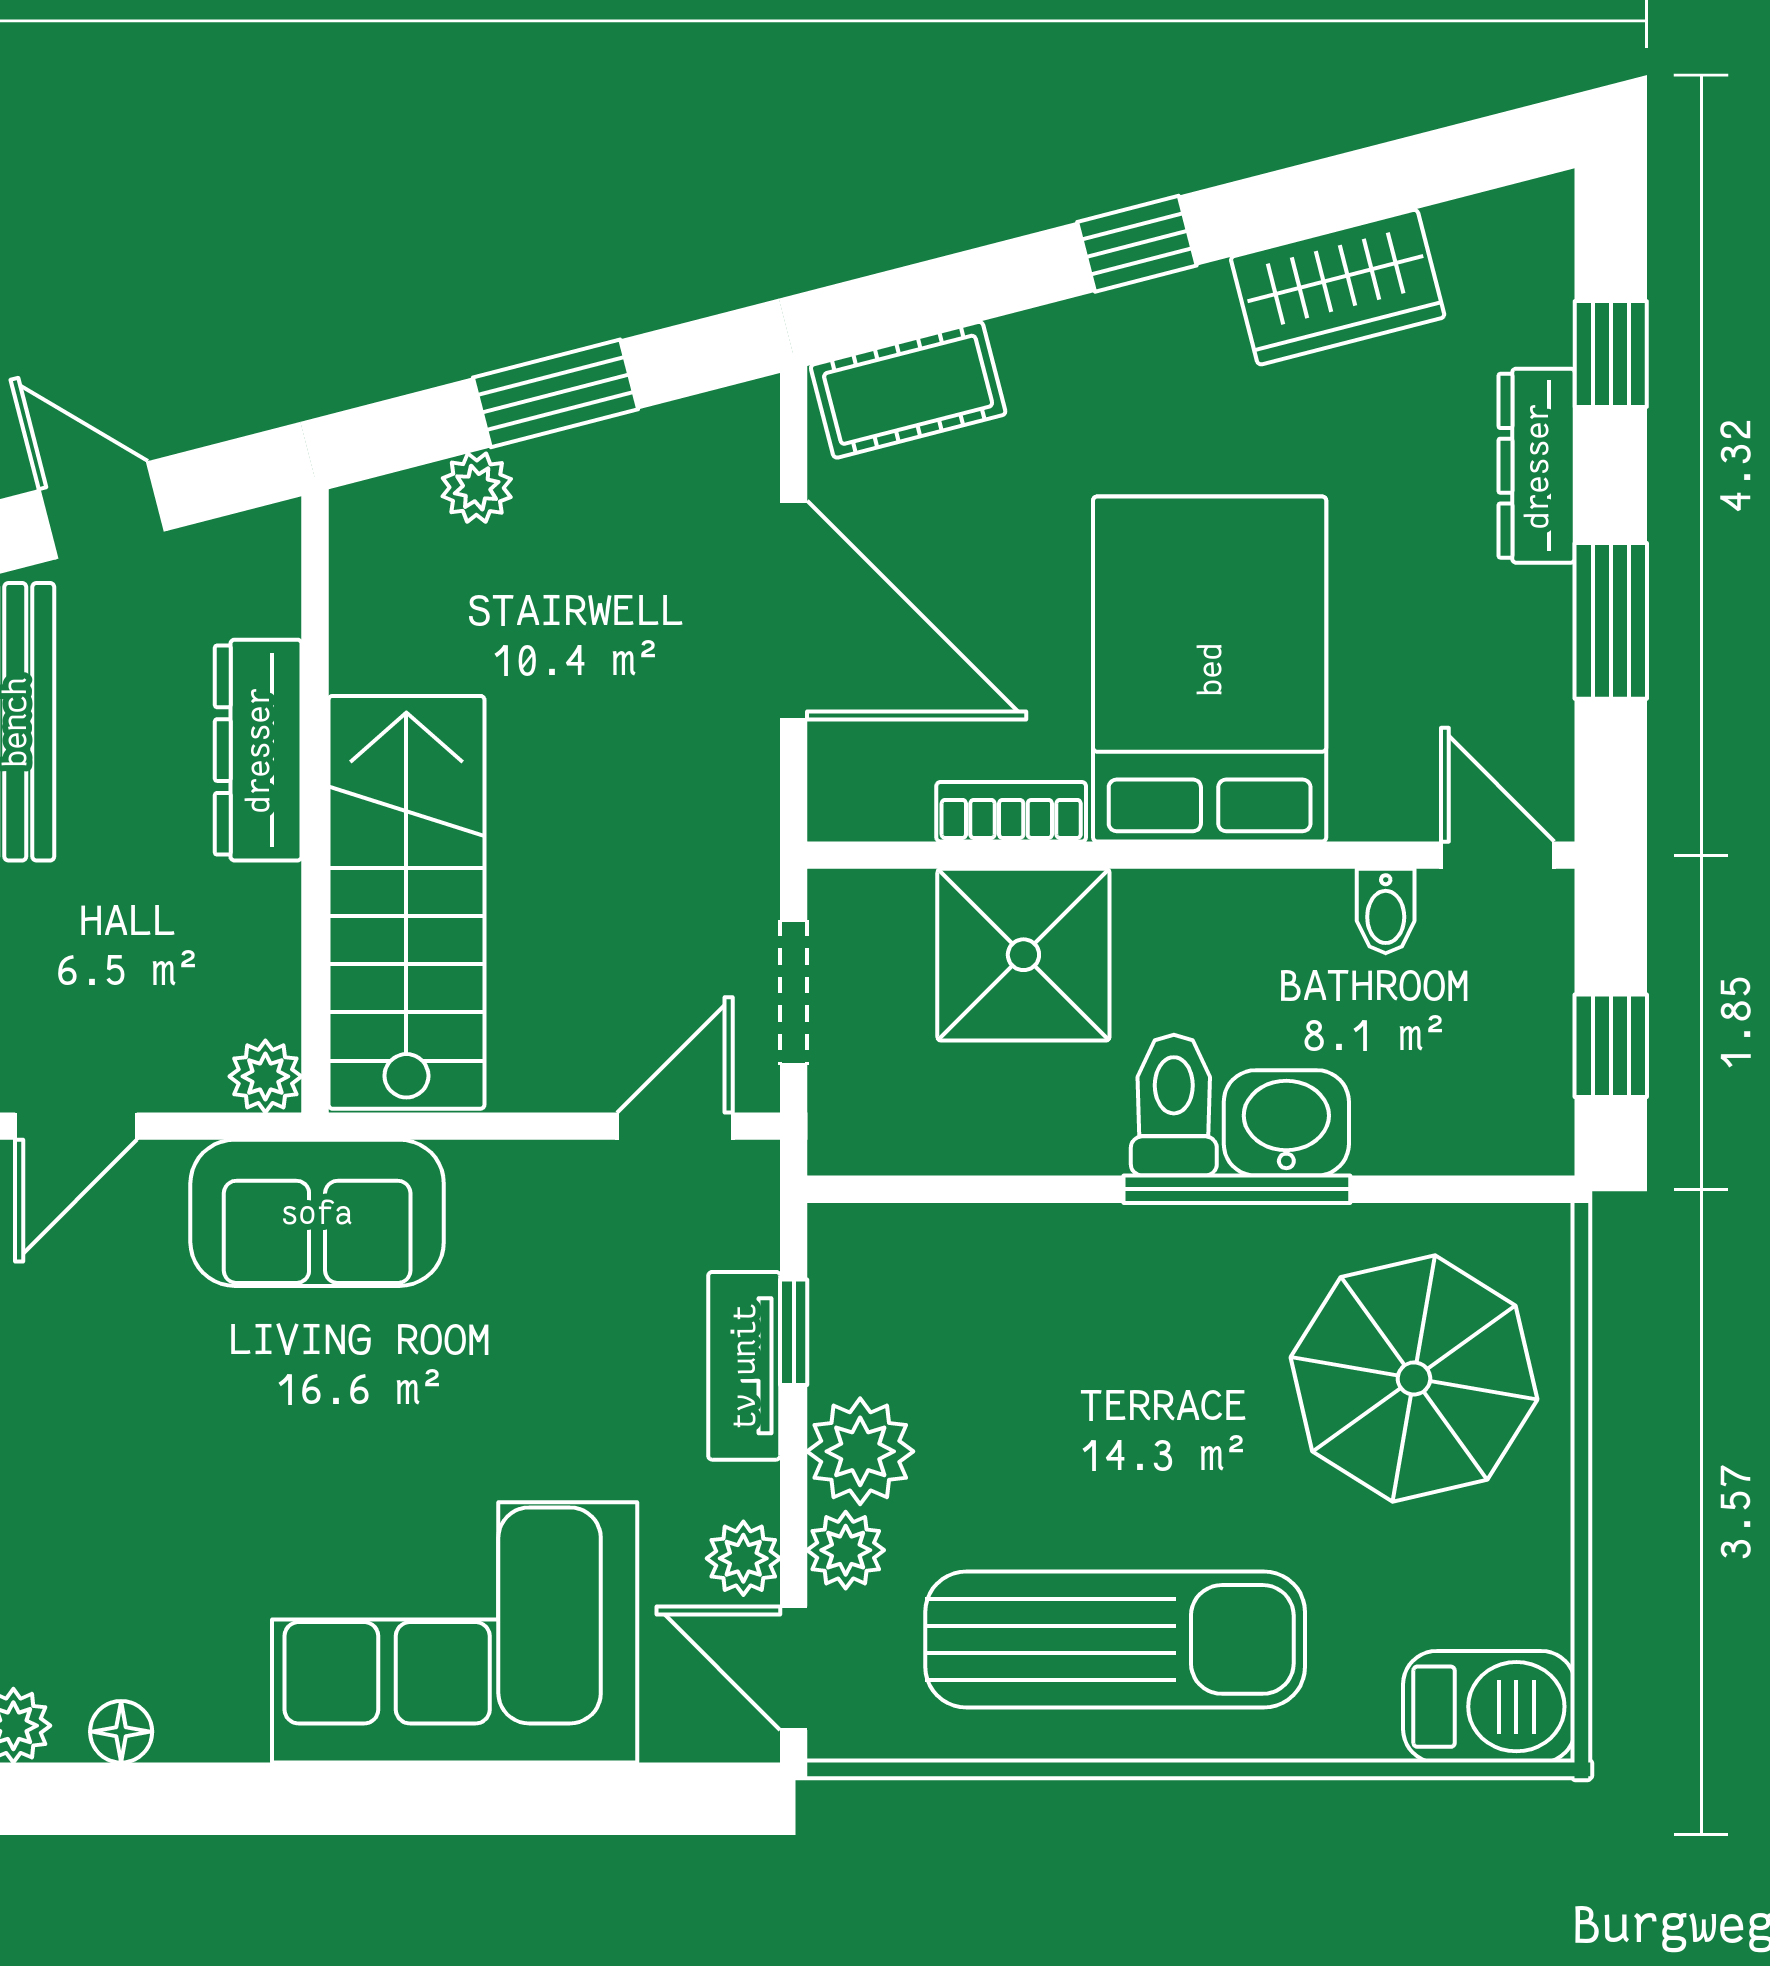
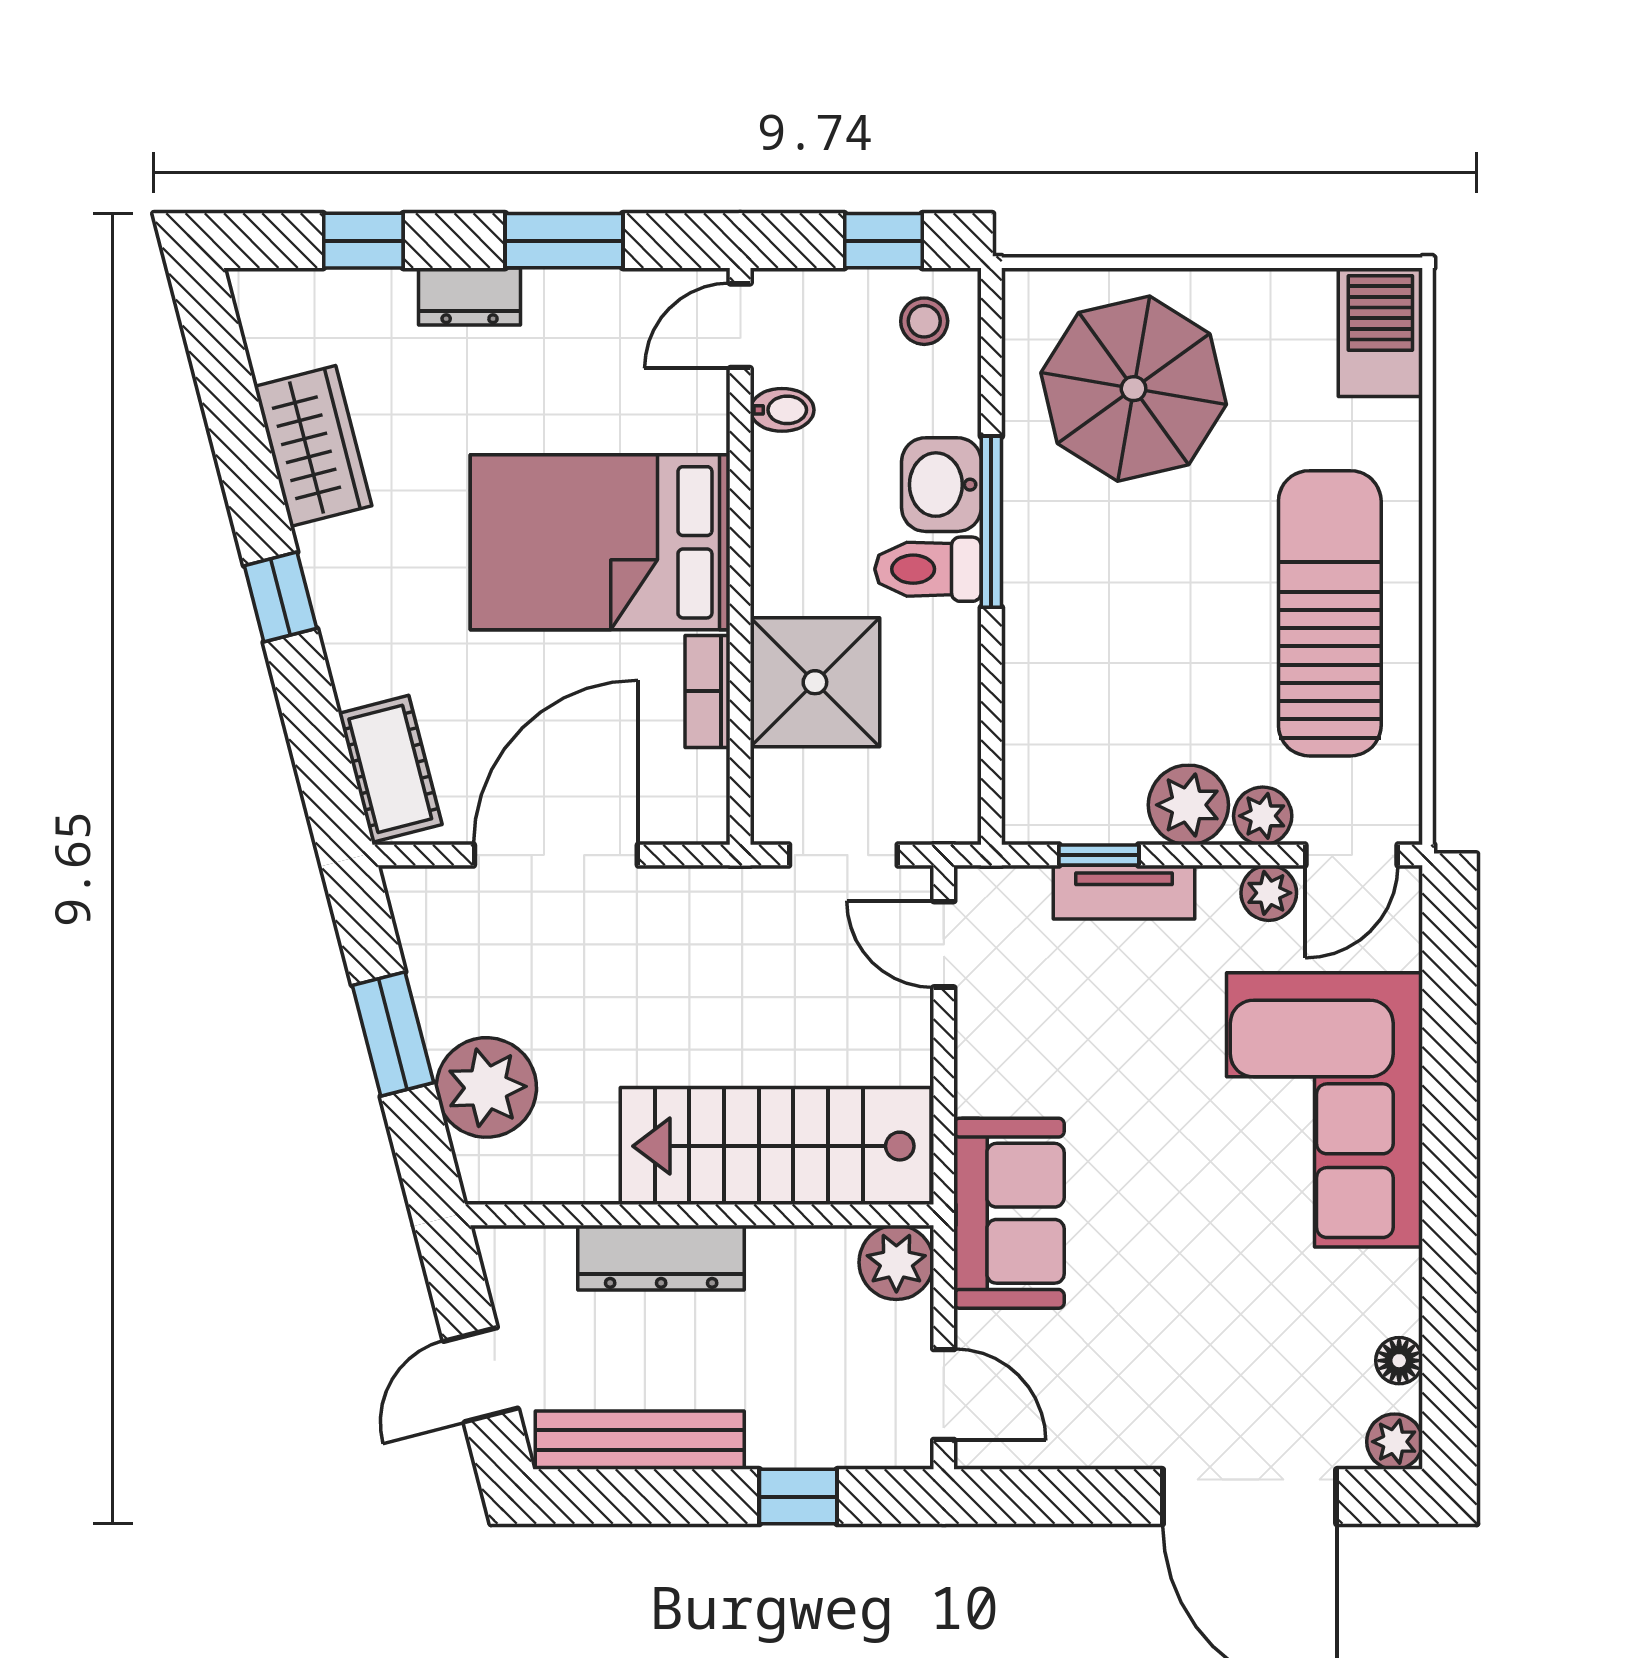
dresser: (1537, 466) -> (470, 296), width x0.70
plant: (477, 488) -> (486, 1087), width x1.88, depth x1.88
plant: (265, 1076) -> (896, 1262), width x1.38, depth x1.38
stool: (1504, 1100) -> (924, 321), added

